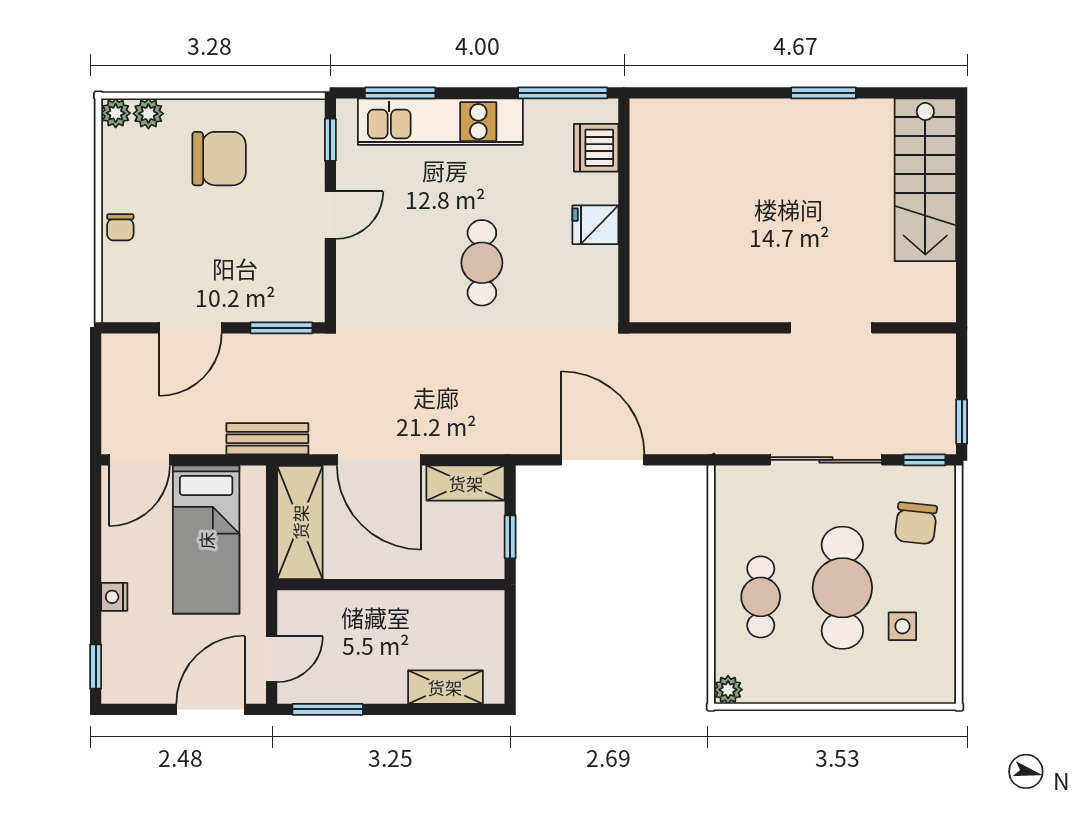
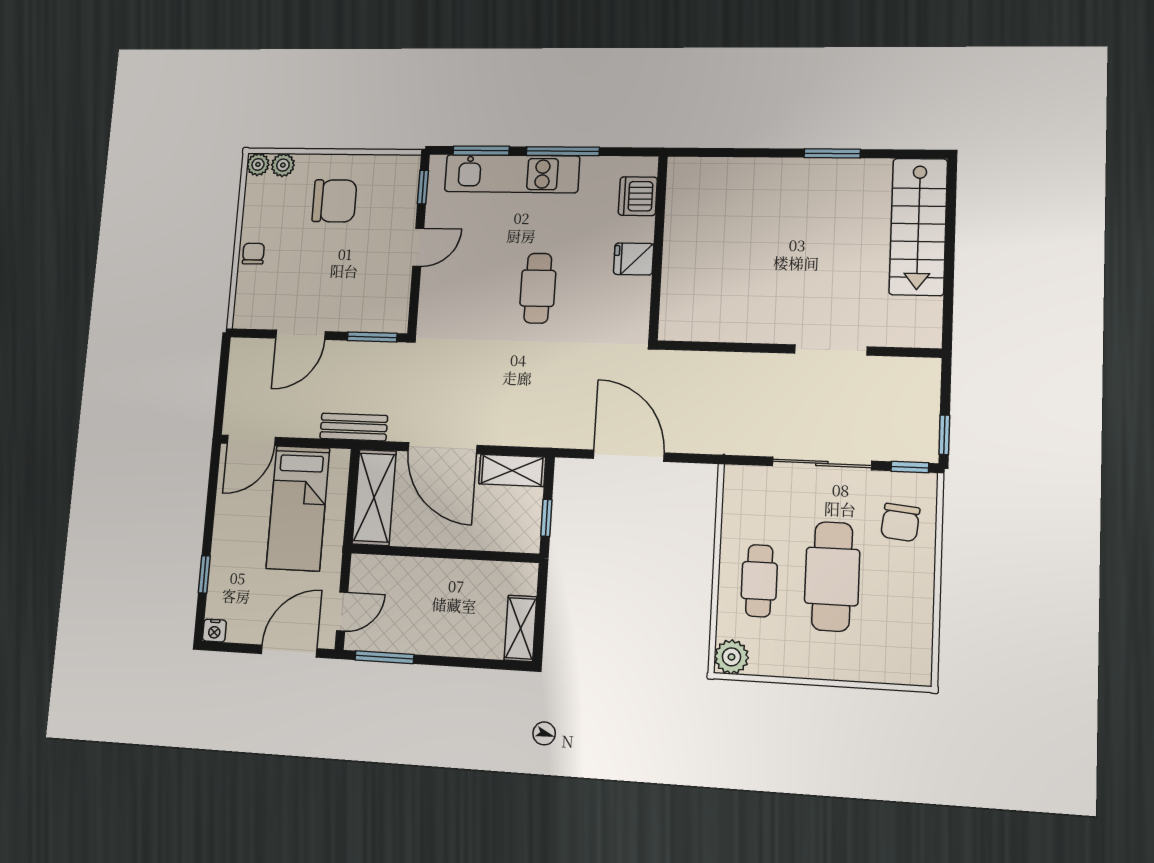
window: (563, 93) -> (563, 151), moved
chair: (120, 227) -> (253, 254), turned 180
nightstand: (114, 597) -> (214, 631), moved, turned -90
side table: (902, 626) -> (885, 614), removed
window: (96, 667) -> (204, 574), moved
shelving: (445, 687) -> (520, 628), moved, turned 90
plant: (728, 690) -> (731, 657), width x1.38, depth x1.38

